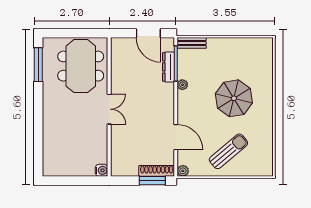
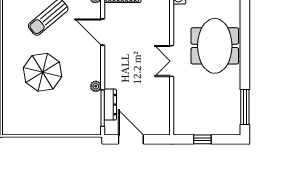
window: (79, 33) -> (202, 139), added
bench: (192, 43) -> (86, 129), removed
meeting table: (81, 66) -> (215, 46), moved

